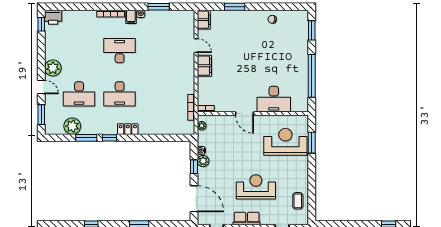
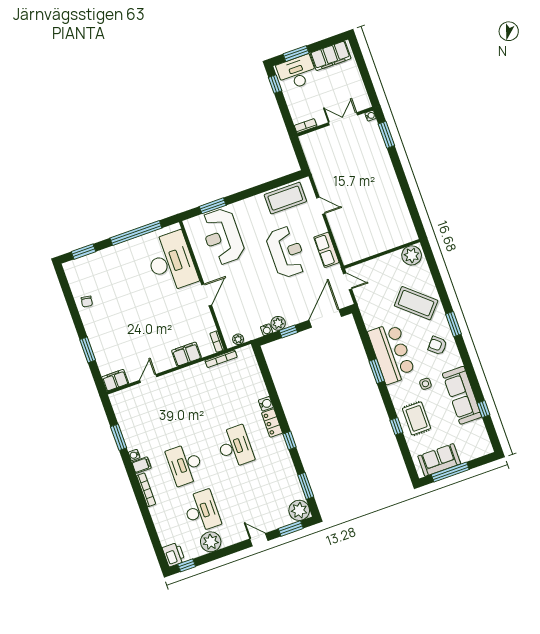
filing cabinet: (204, 66) -> (186, 354), moved
plant: (53, 68) -> (211, 542), moved
door: (41, 87) -> (259, 540), hinge flipped
desk: (79, 94) -> (202, 511), moved
desk: (274, 99) -> (171, 262), width x1.36, depth x1.30
plant: (72, 126) -> (299, 510), moved
water cooler: (144, 130) -> (266, 404), added
window: (86, 138) -> (306, 486), moved
reception desk: (256, 187) -> (286, 252), turned 180
coffee table: (298, 201) -> (285, 198), width x1.86, depth x1.72

